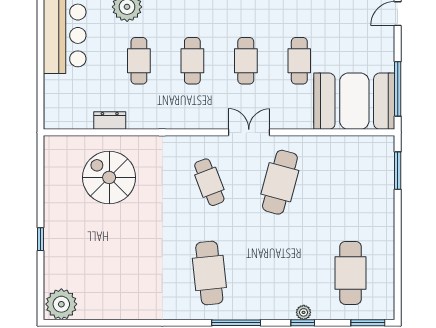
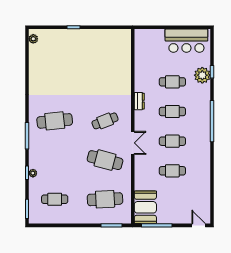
booth: (354, 101) -> (145, 207), width x0.73, depth x0.70
dresser: (110, 121) -> (139, 101), moved
spiral stairs: (109, 177) -> (108, 65), removed
cafe table: (351, 182) -> (105, 199), added
cafe table: (351, 273) -> (55, 199), width x0.73, depth x0.74
plant: (61, 304) -> (33, 39), width x0.53, depth x0.53

